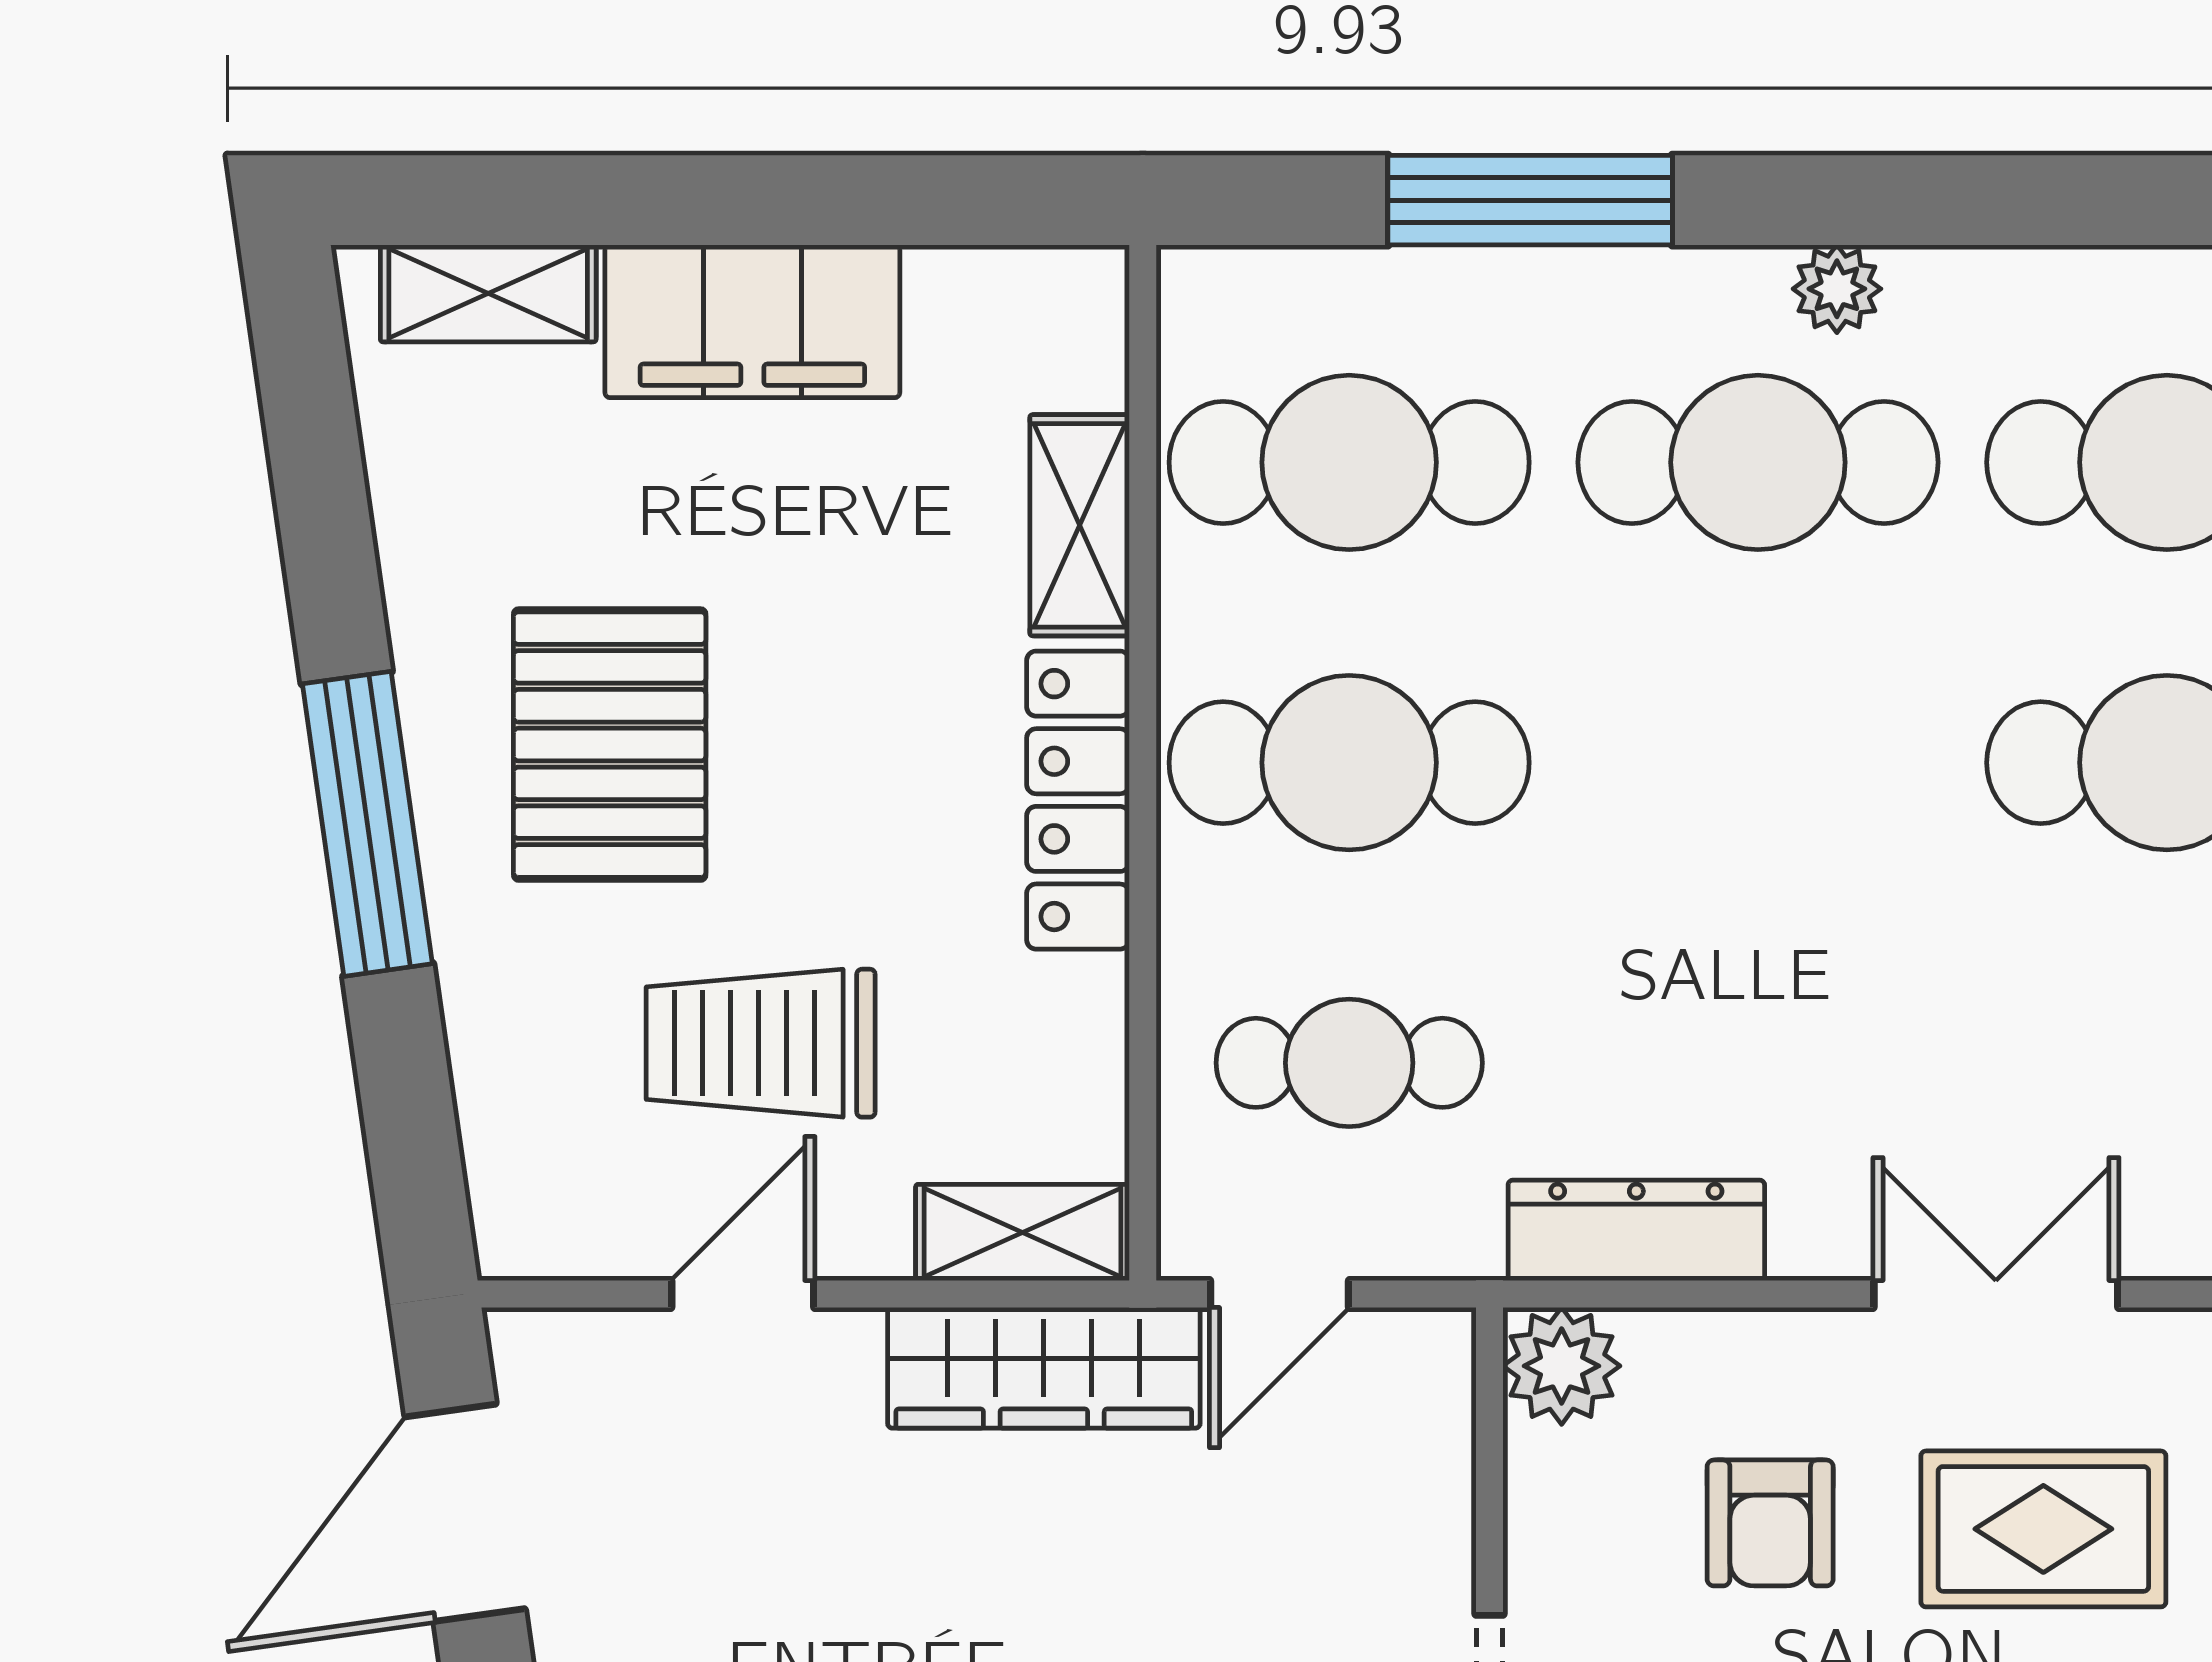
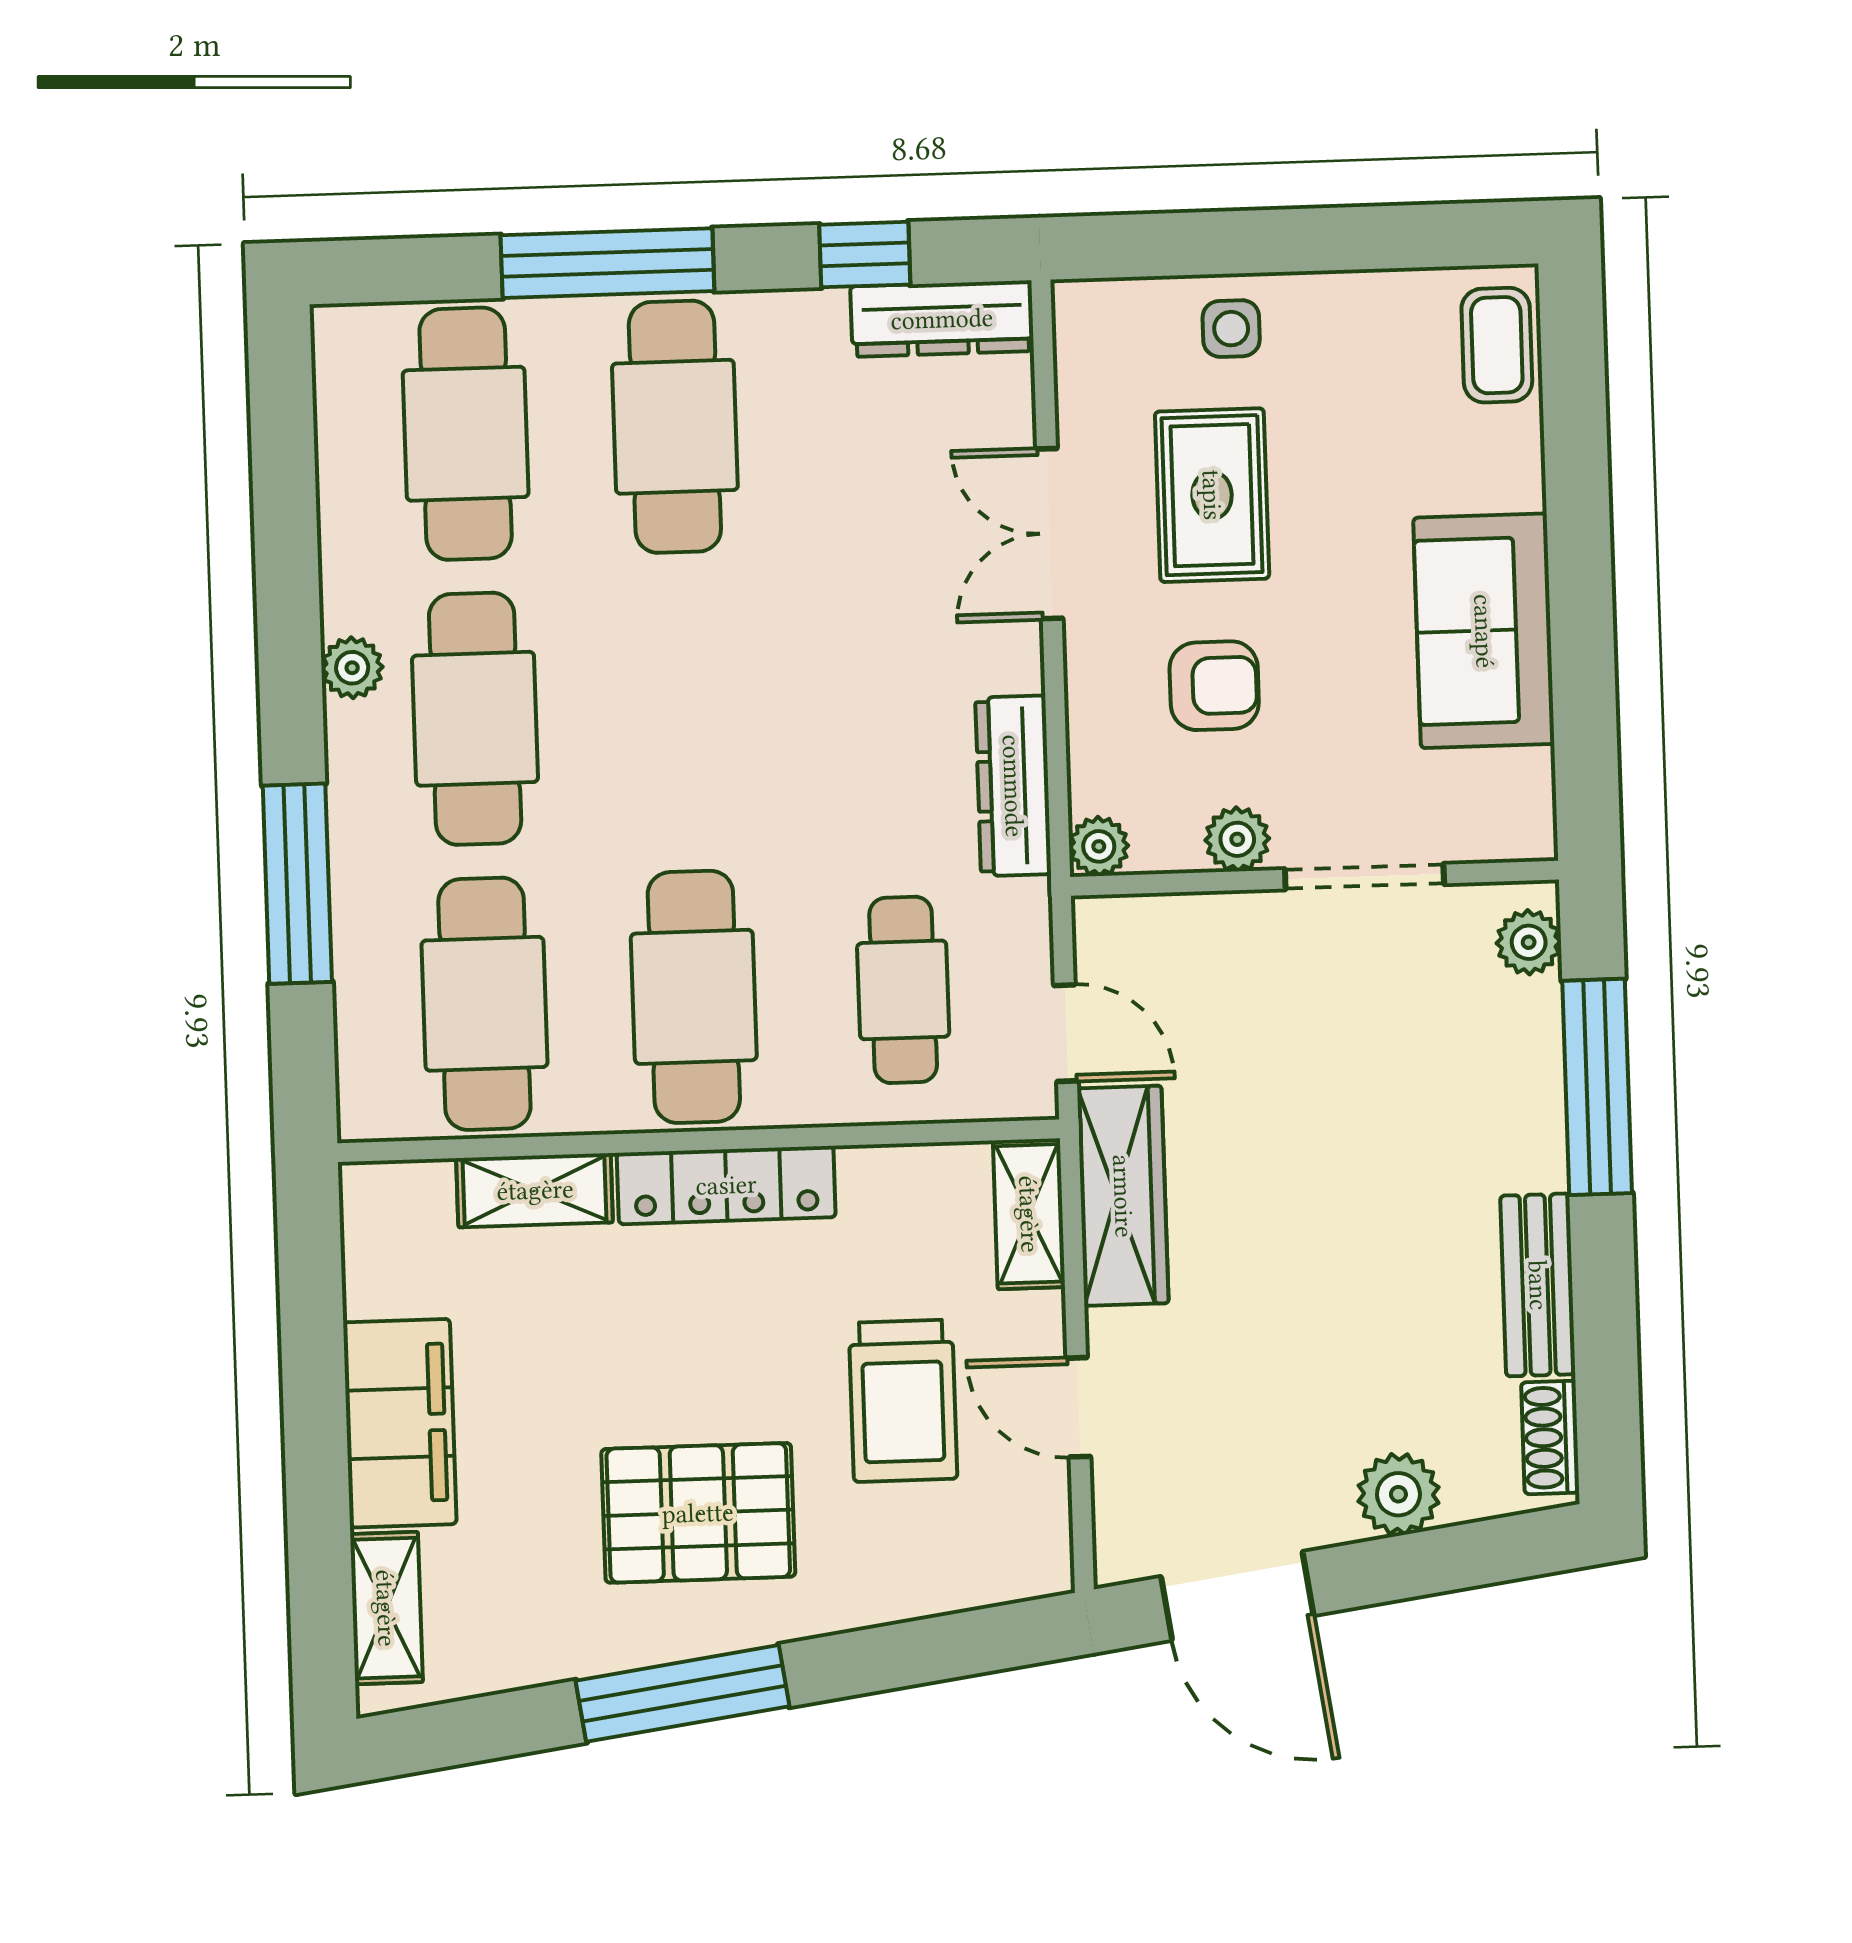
window: (367, 824) -> (682, 1693), moved
plant: (1562, 1366) -> (1099, 846), width x0.73, depth x0.73
plant: (1549, 1549) -> (1237, 839), added

